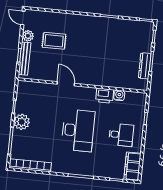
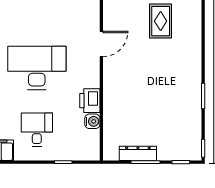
desk: (78, 130) -> (37, 68), turned 180
desk: (121, 135) -> (37, 130), turned 180

